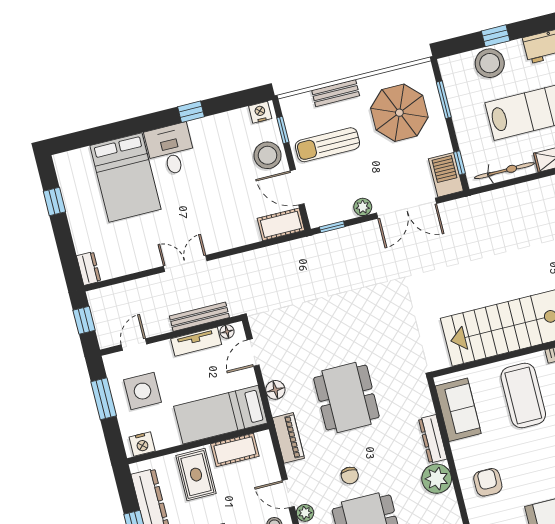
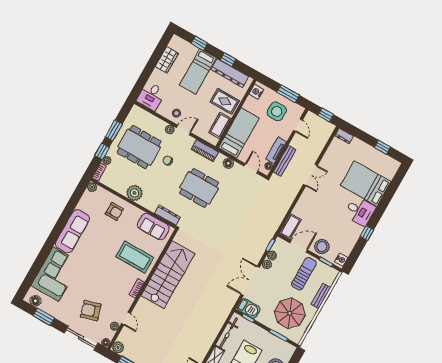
plant: (344, 212) -> (272, 255), added
dresser: (433, 439) -> (168, 215), moved

